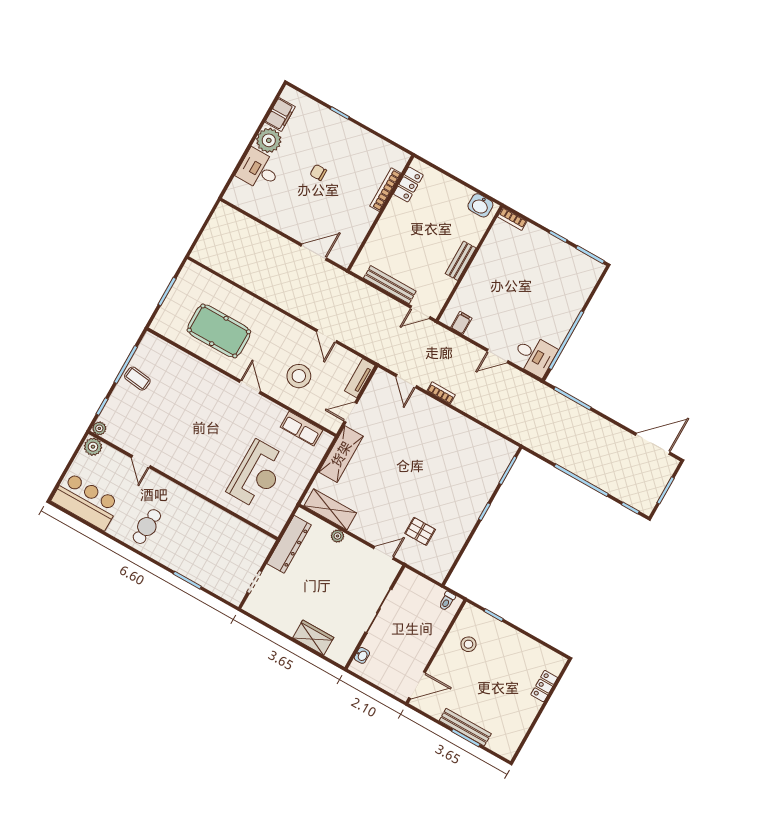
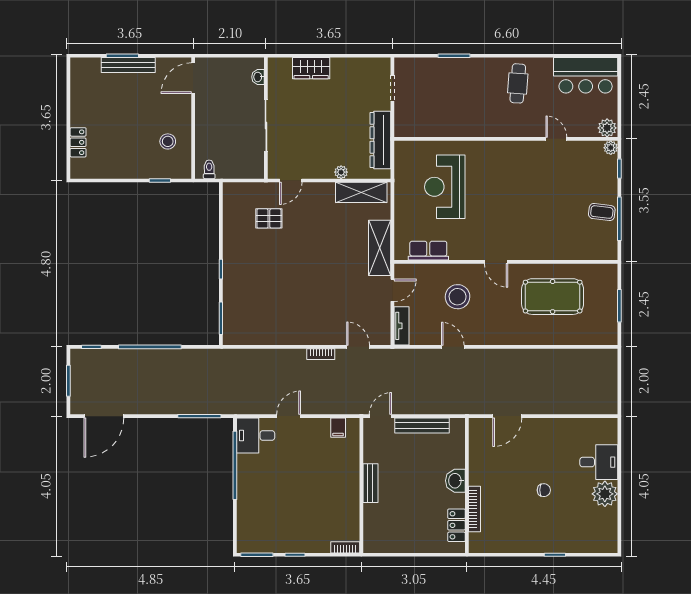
filing cabinet: (280, 114) -> (608, 523), removed
washbasin: (480, 205) -> (455, 481), moved, turned -90

